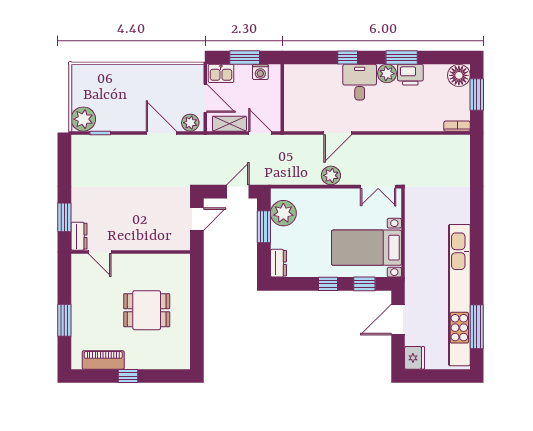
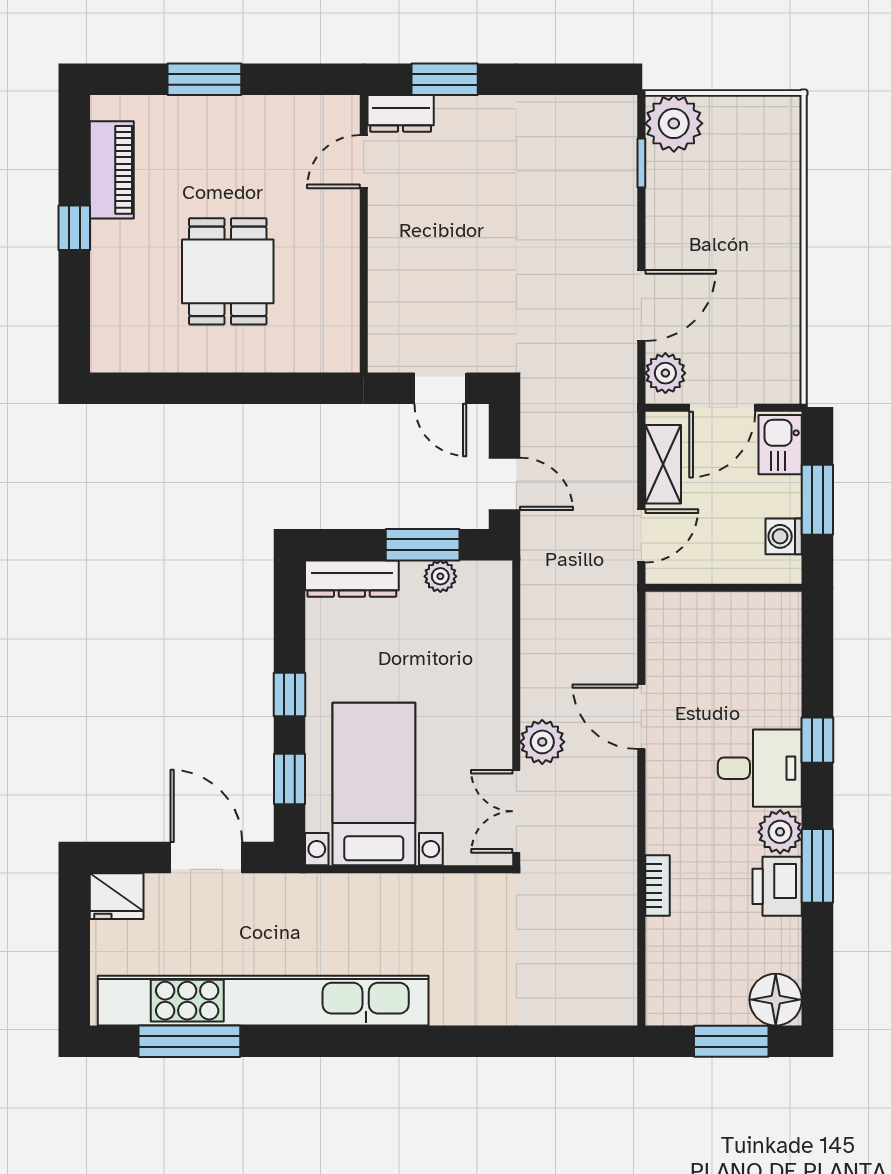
bookcase: (457, 126) -> (657, 885), moved
plant: (331, 175) -> (542, 742), moved
plant: (283, 213) -> (440, 576), width x0.53, depth x0.53
dresser: (278, 263) -> (352, 579), width x1.44

